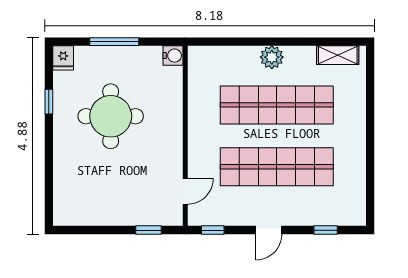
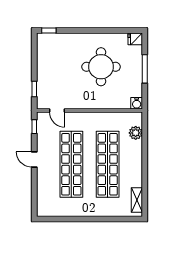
plant: (272, 57) -> (136, 133), moved
window: (49, 102) -> (49, 30), moved
window: (326, 230) -> (34, 193), removed

